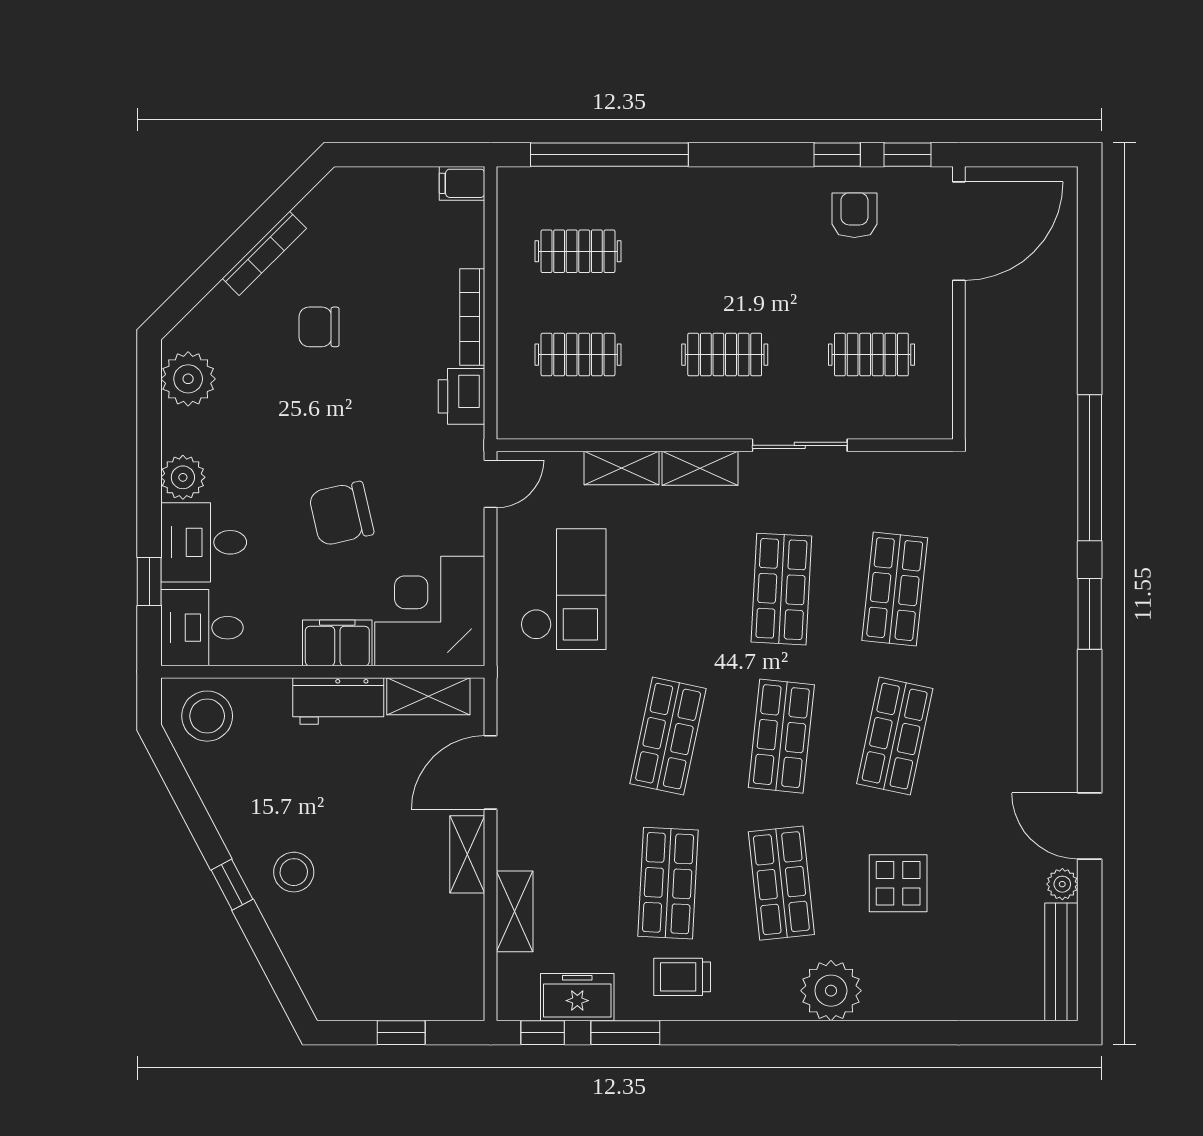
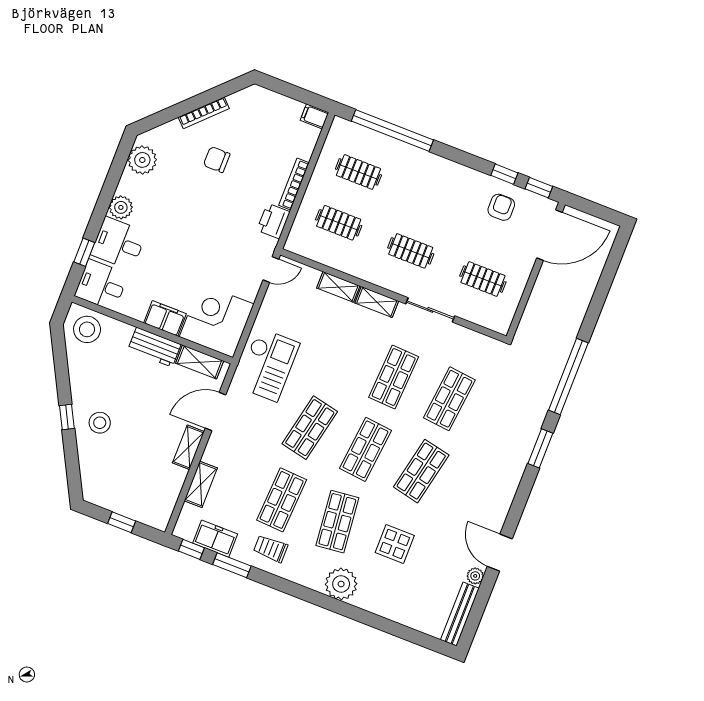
chair: (341, 514) -> (192, 256), removed
checkout: (563, 589) -> (268, 365), moved

